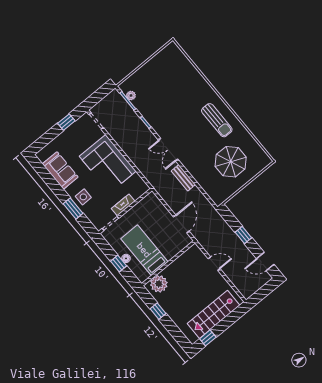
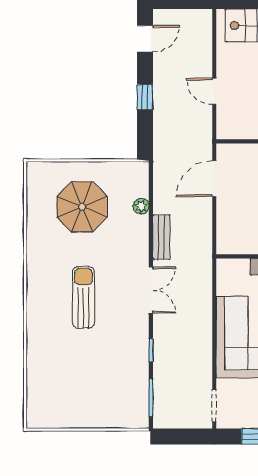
plant: (131, 96) -> (141, 206), moved
sun lounger: (217, 120) -> (83, 297), moved
door: (265, 261) -> (145, 39), hinge flipped

